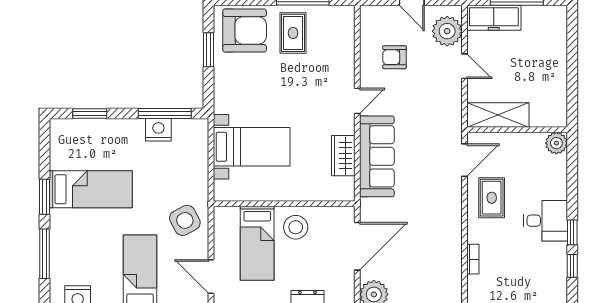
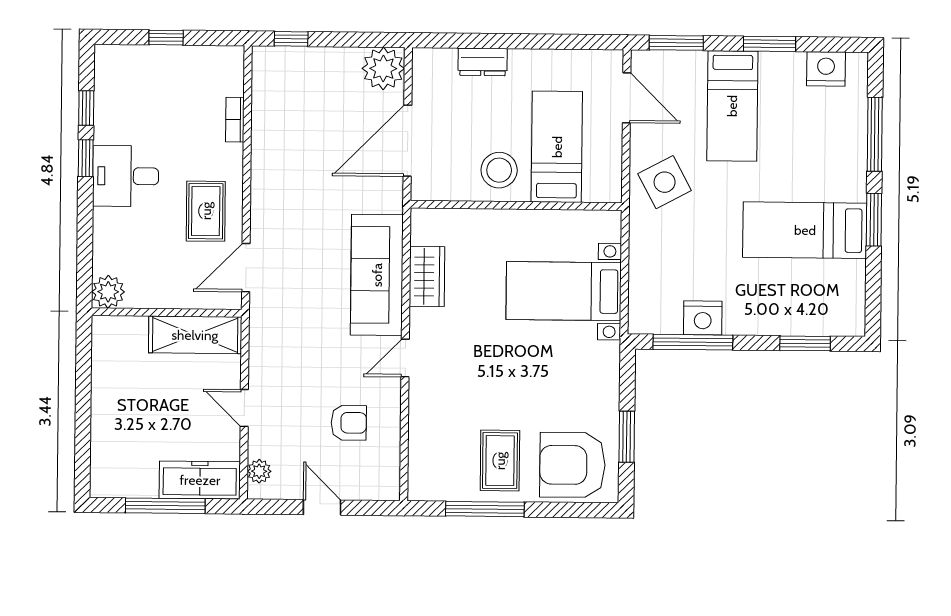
plant: (447, 31) -> (259, 471), width x0.53, depth x0.53

